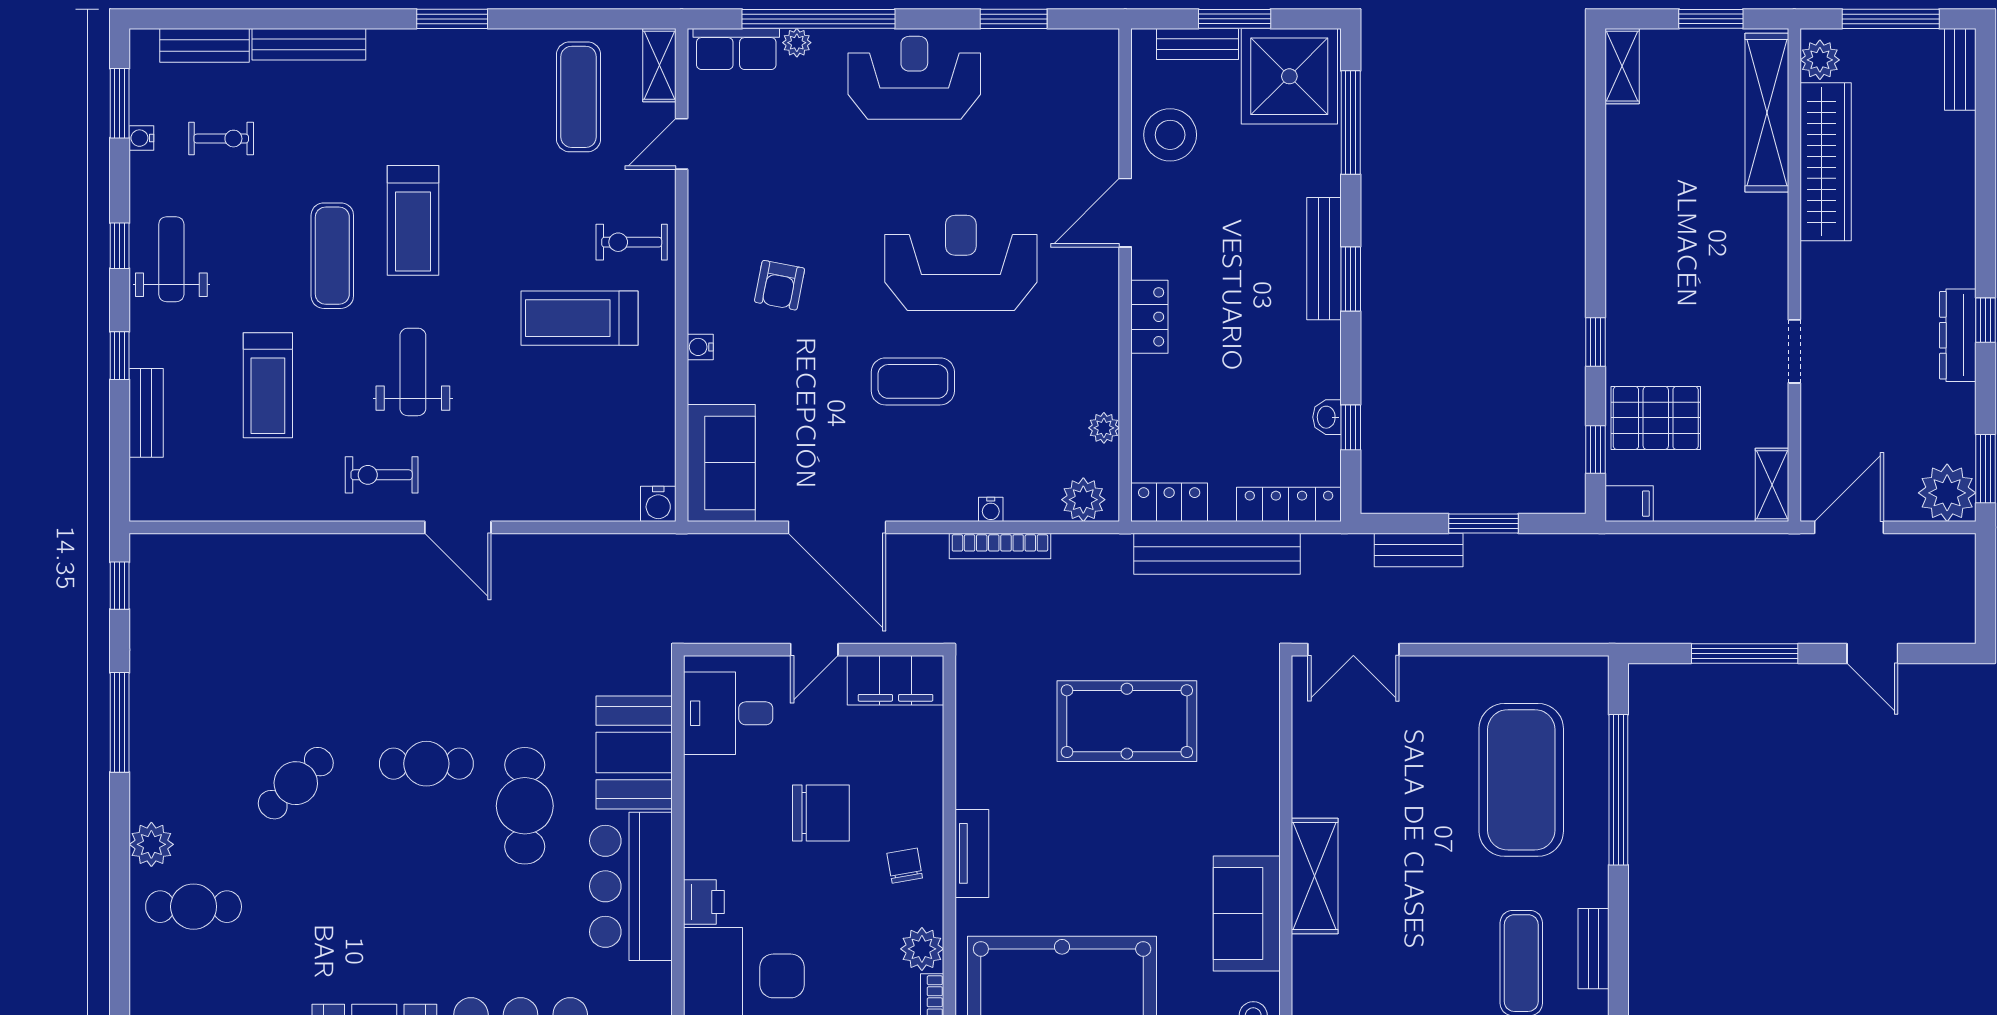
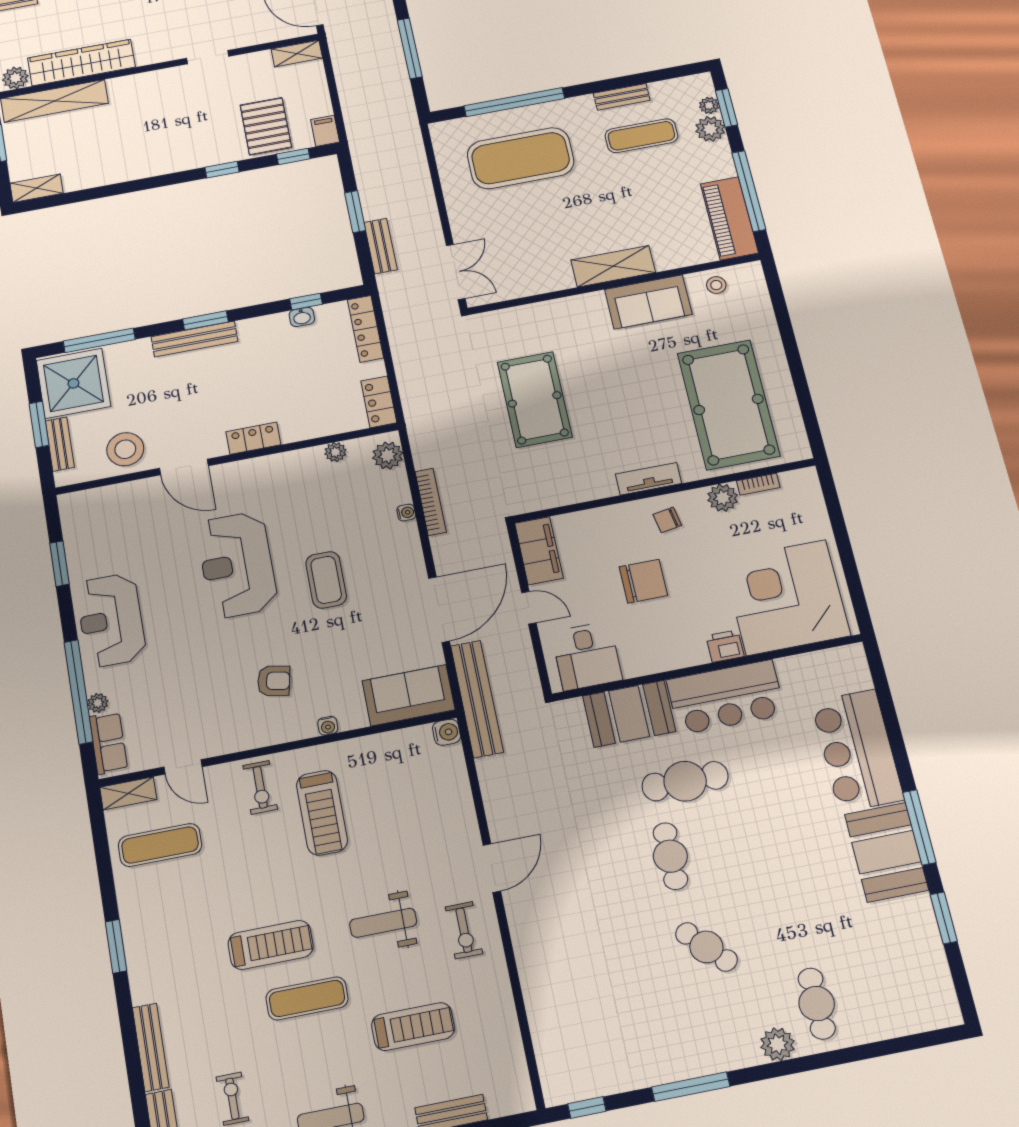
bench: (1217, 554) -> (477, 699), moved
chair: (821, 813) -> (643, 581), turned 90

